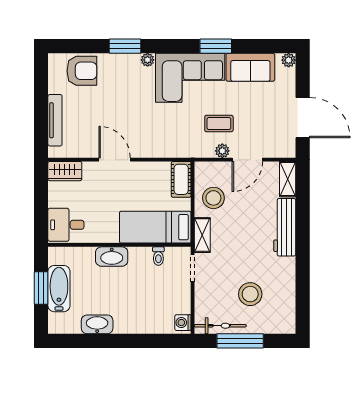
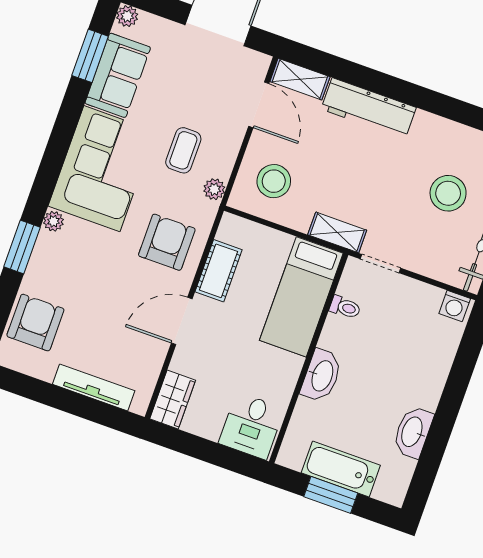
window: (216, 46) -> (90, 56), moved
armchair: (159, 133) -> (167, 242), added
plant: (222, 151) -> (214, 189), moved
door: (247, 160) -> (259, 105), moved
cot: (181, 179) -> (219, 271), moved, turned 90
stool: (213, 198) -> (274, 181), moved

